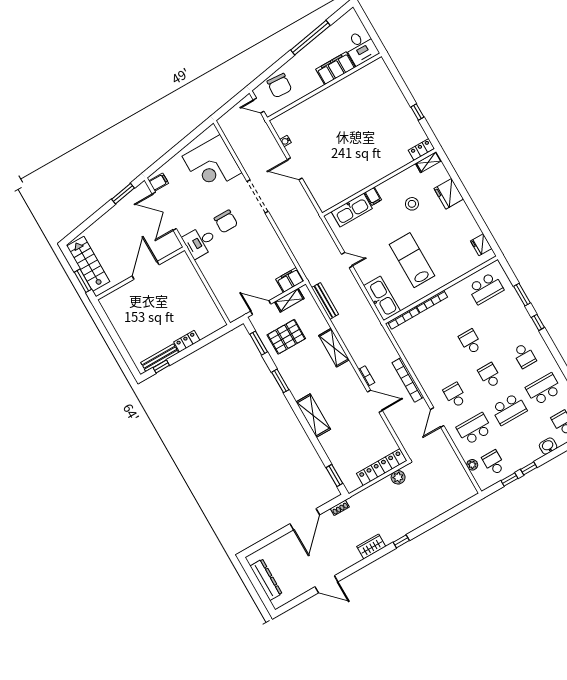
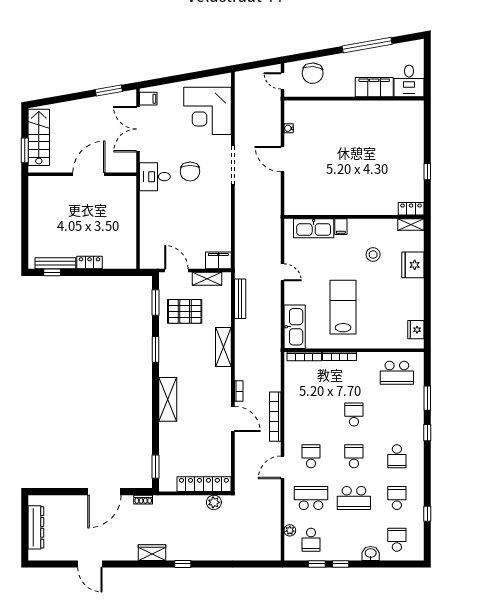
school desk: (544, 389) -> (397, 498), width x0.54
school desk: (494, 463) -> (311, 540), turned 180

